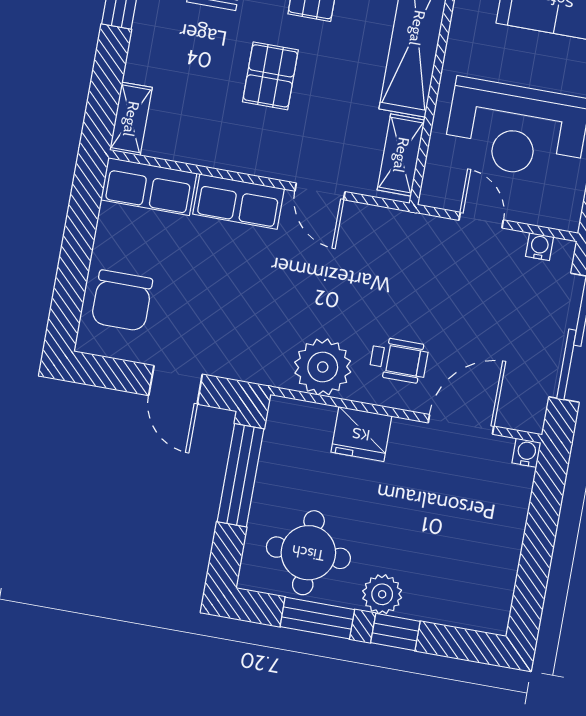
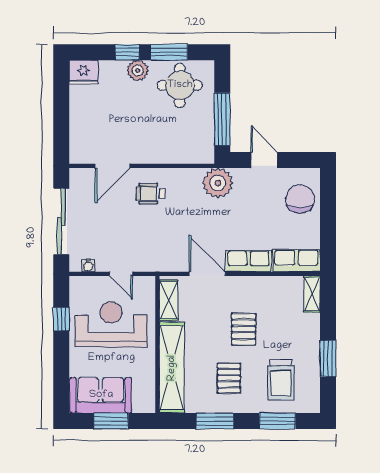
door: (320, 191) -> (207, 274), width x1.38
plant: (323, 367) -> (218, 183), moved
fridge: (361, 434) -> (83, 72), moved, turned 180
water cooler: (526, 453) -> (76, 157), removed

